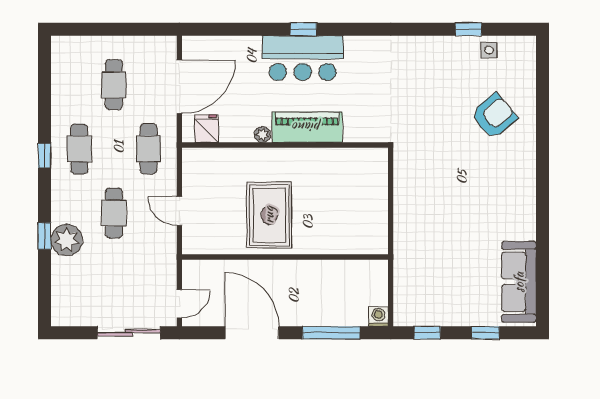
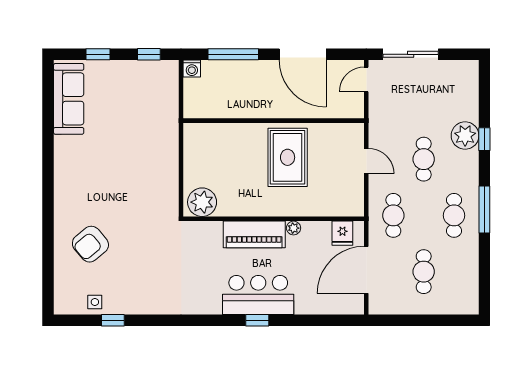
window: (45, 156) -> (484, 210), width x2.17
plant: (367, 164) -> (202, 202), added

